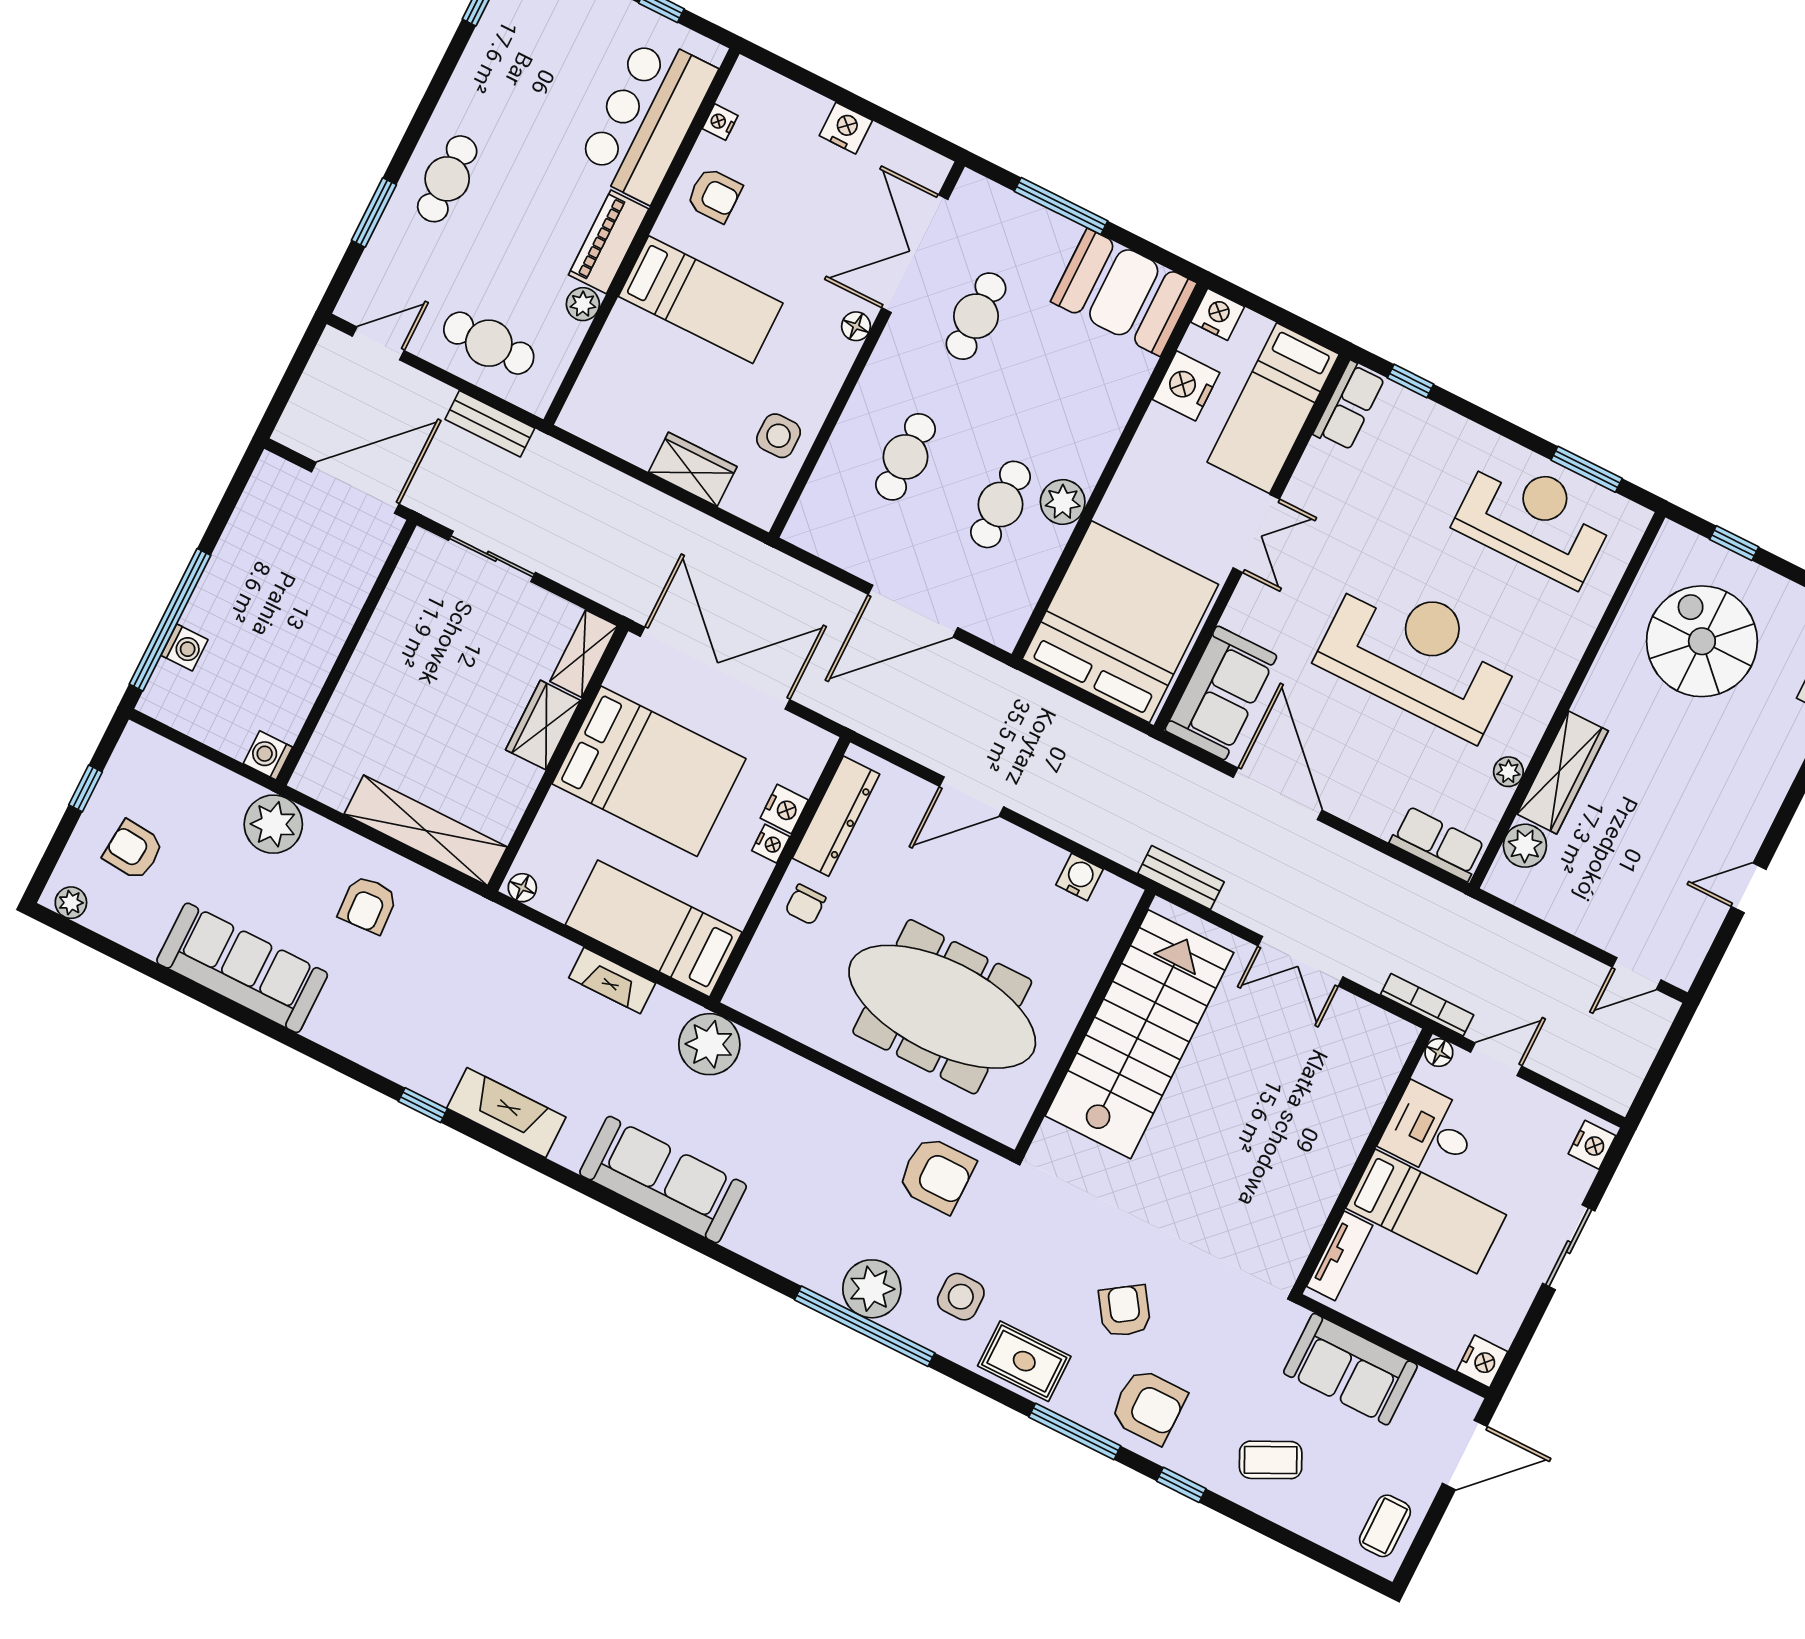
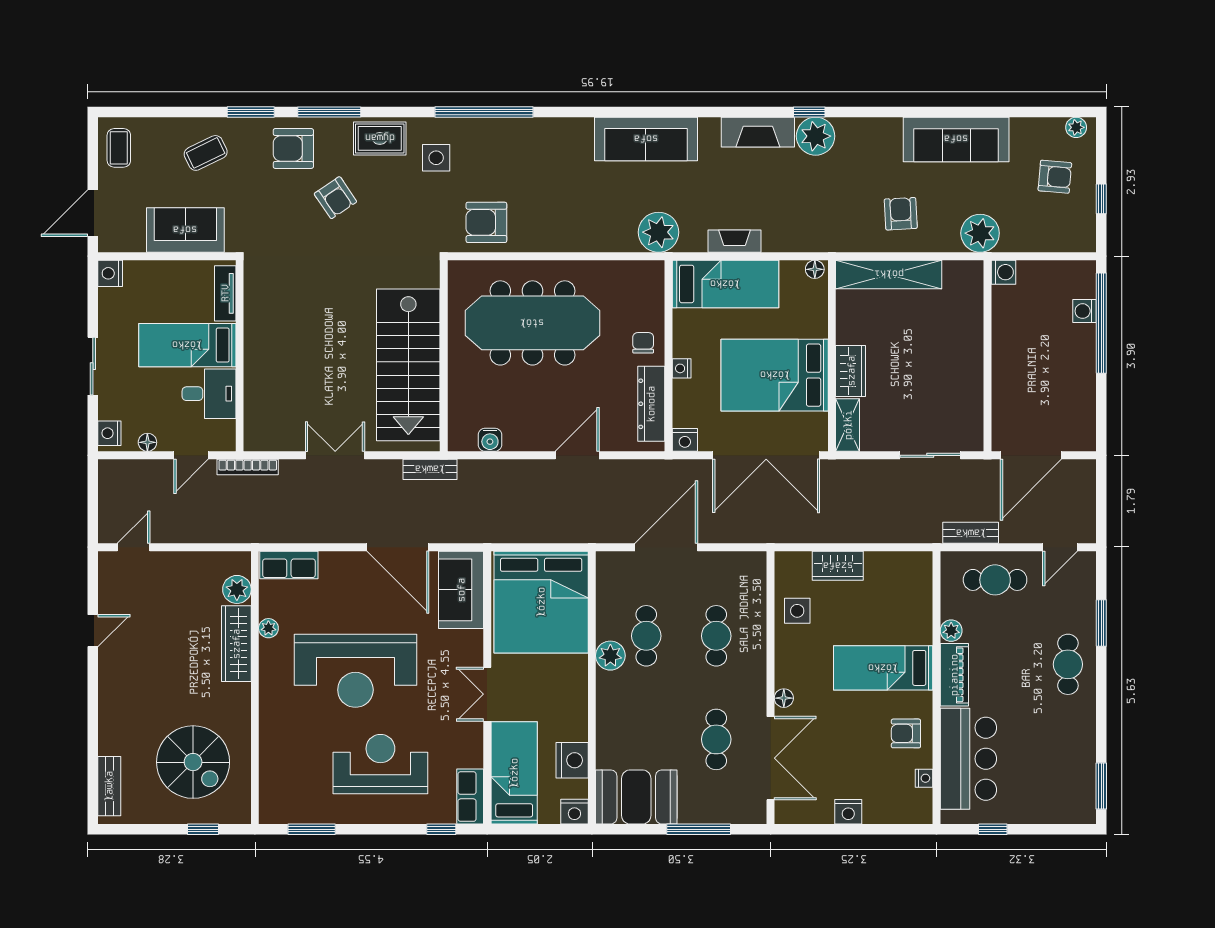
reception desk: (1534, 519) -> (380, 764), moved, turned 180
nightstand: (784, 809) -> (685, 440), moved, turned -90
floor lamp: (1439, 1053) -> (147, 442), moved
plant: (872, 1289) -> (816, 136), moved
window: (1181, 1485) -> (251, 112), width x1.50

